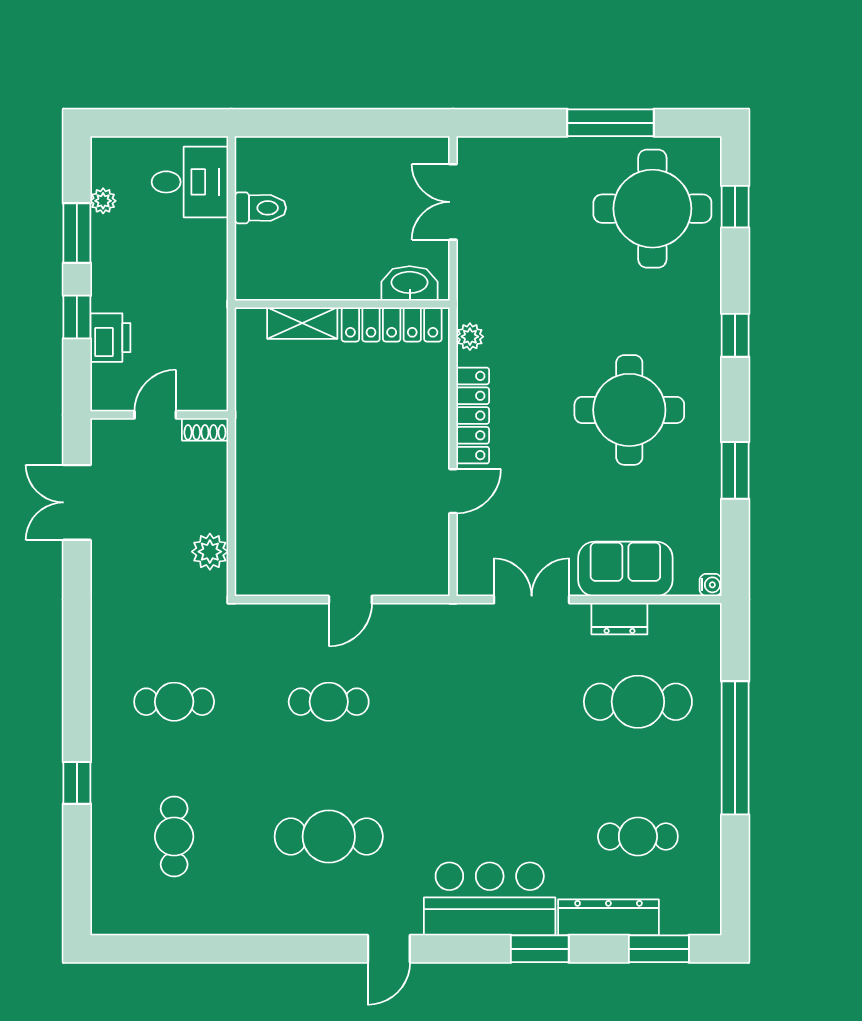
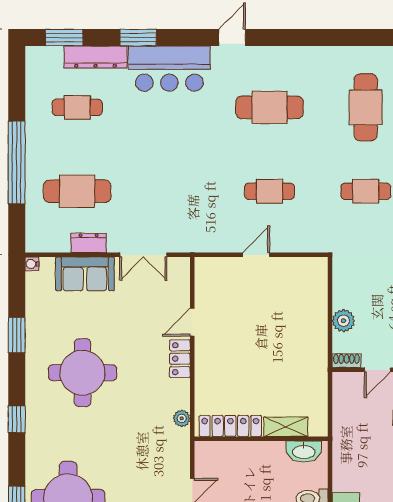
washbasin: (410, 283) -> (304, 451), moved
locker: (473, 416) -> (180, 359), width x0.66
plant: (210, 552) -> (343, 321), moved
cafe table: (174, 837) -> (366, 107), width x1.37, depth x1.35

